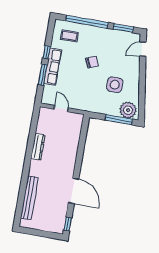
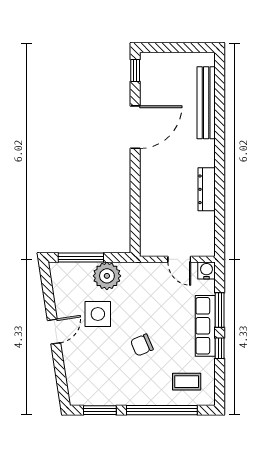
door: (143, 49) -> (54, 332), moved
water cooler: (46, 99) -> (206, 271), added
plant: (128, 110) -> (107, 276), moved
door: (74, 191) -> (135, 127), swing flipped

